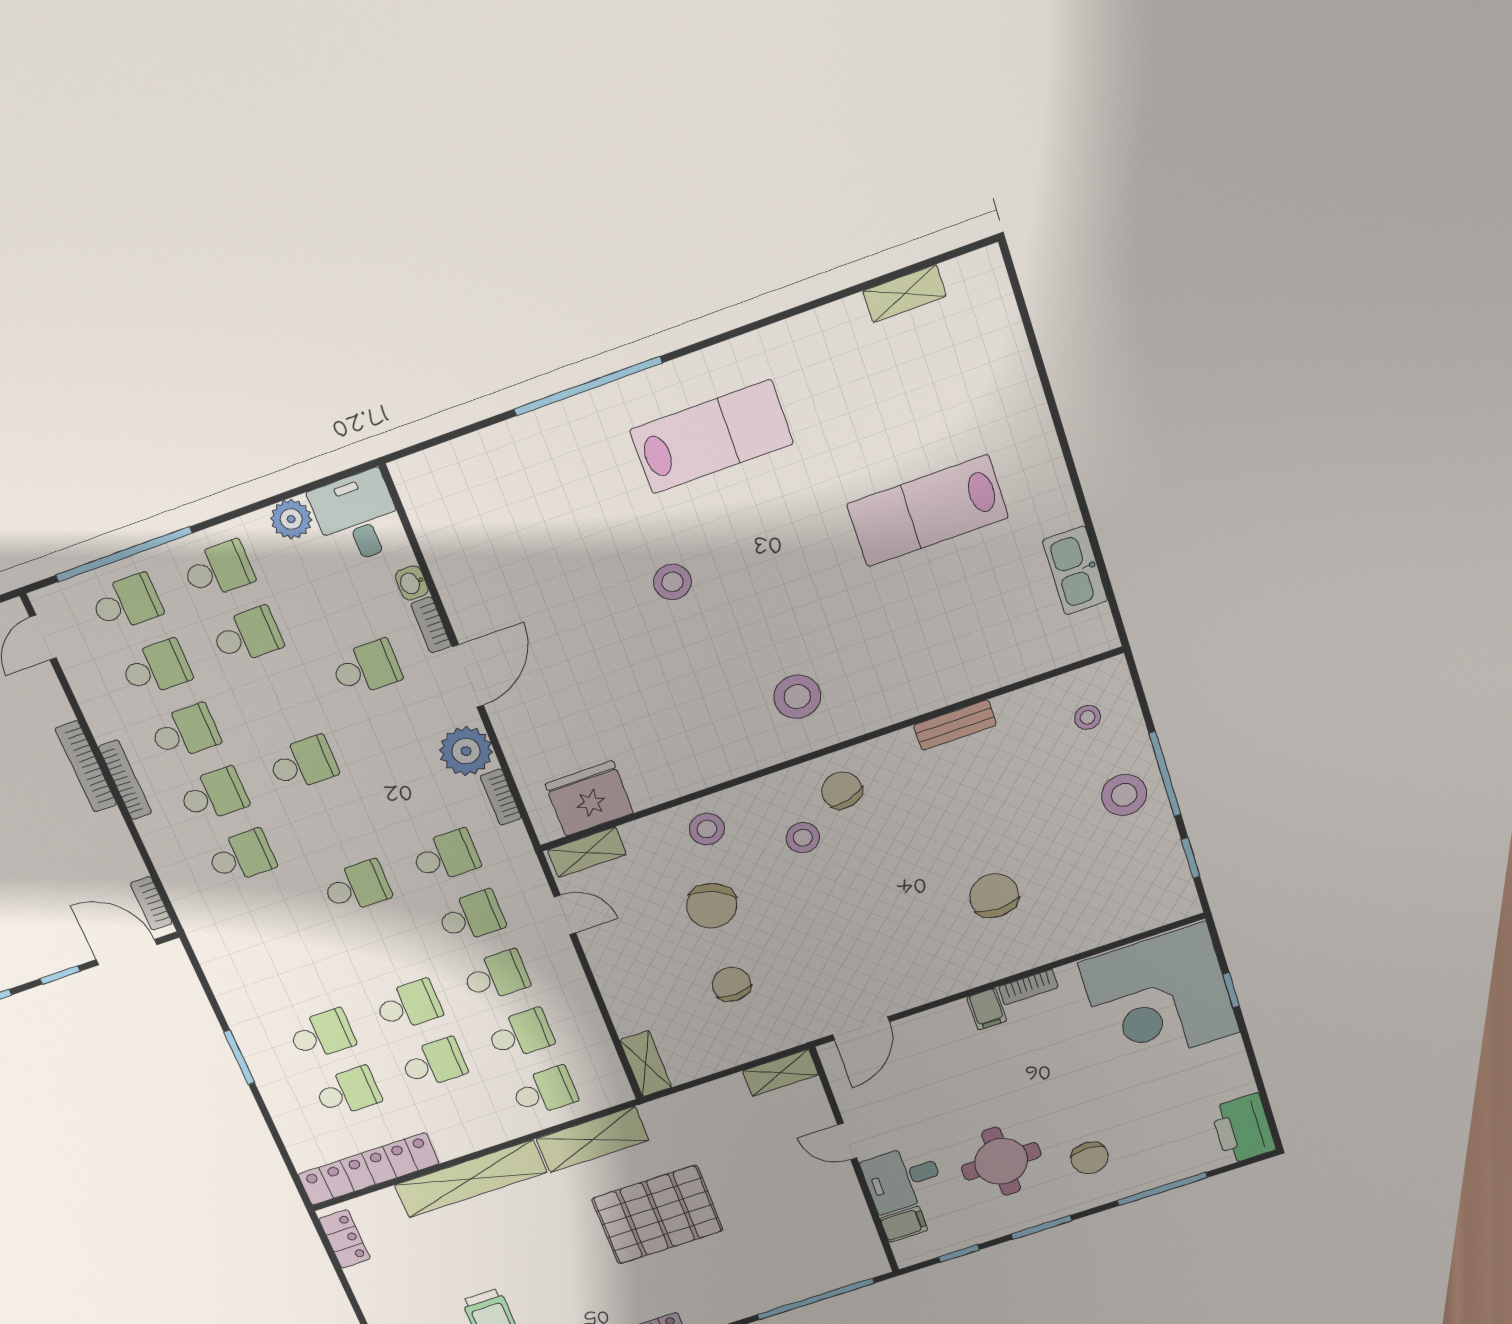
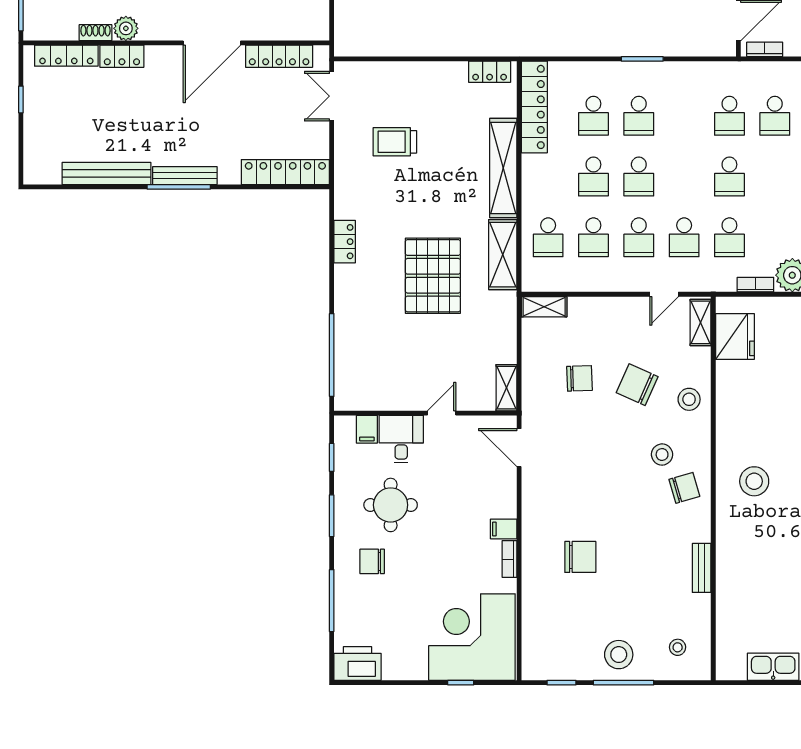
school desk: (269, 917) -> (729, 116), added

